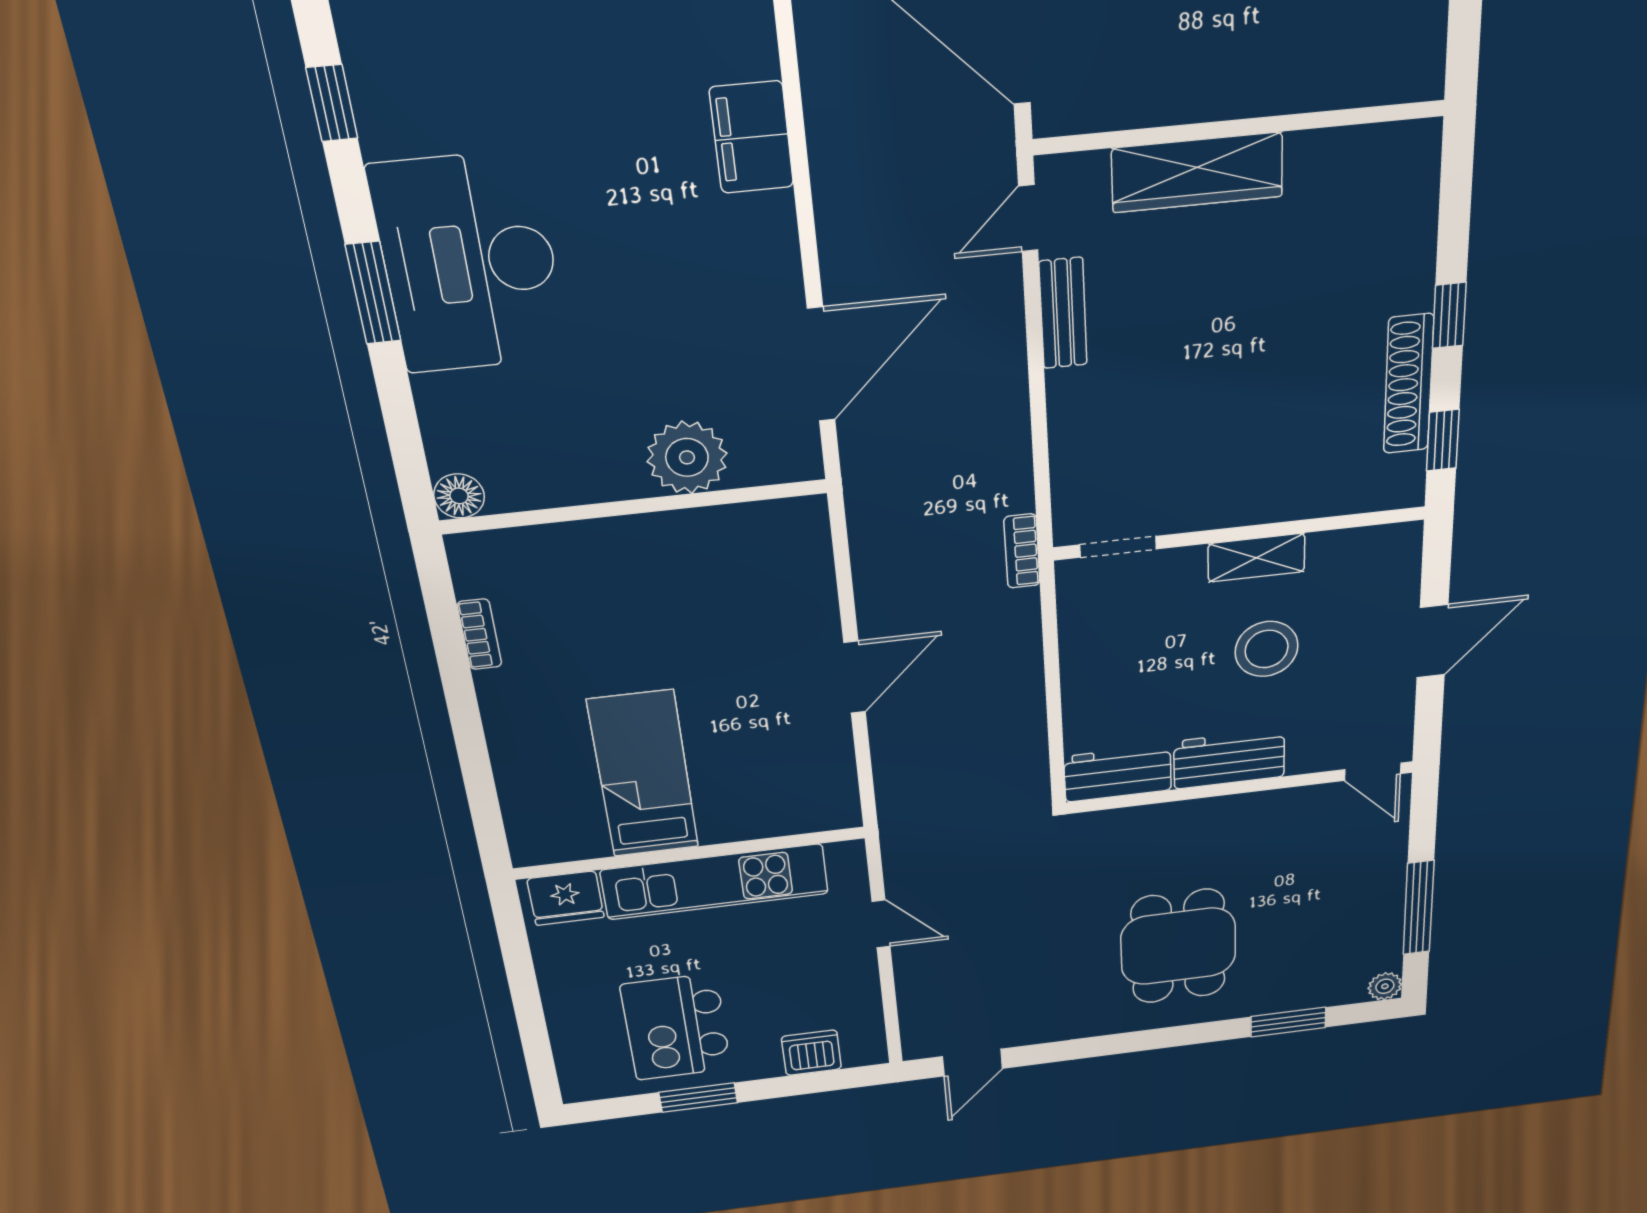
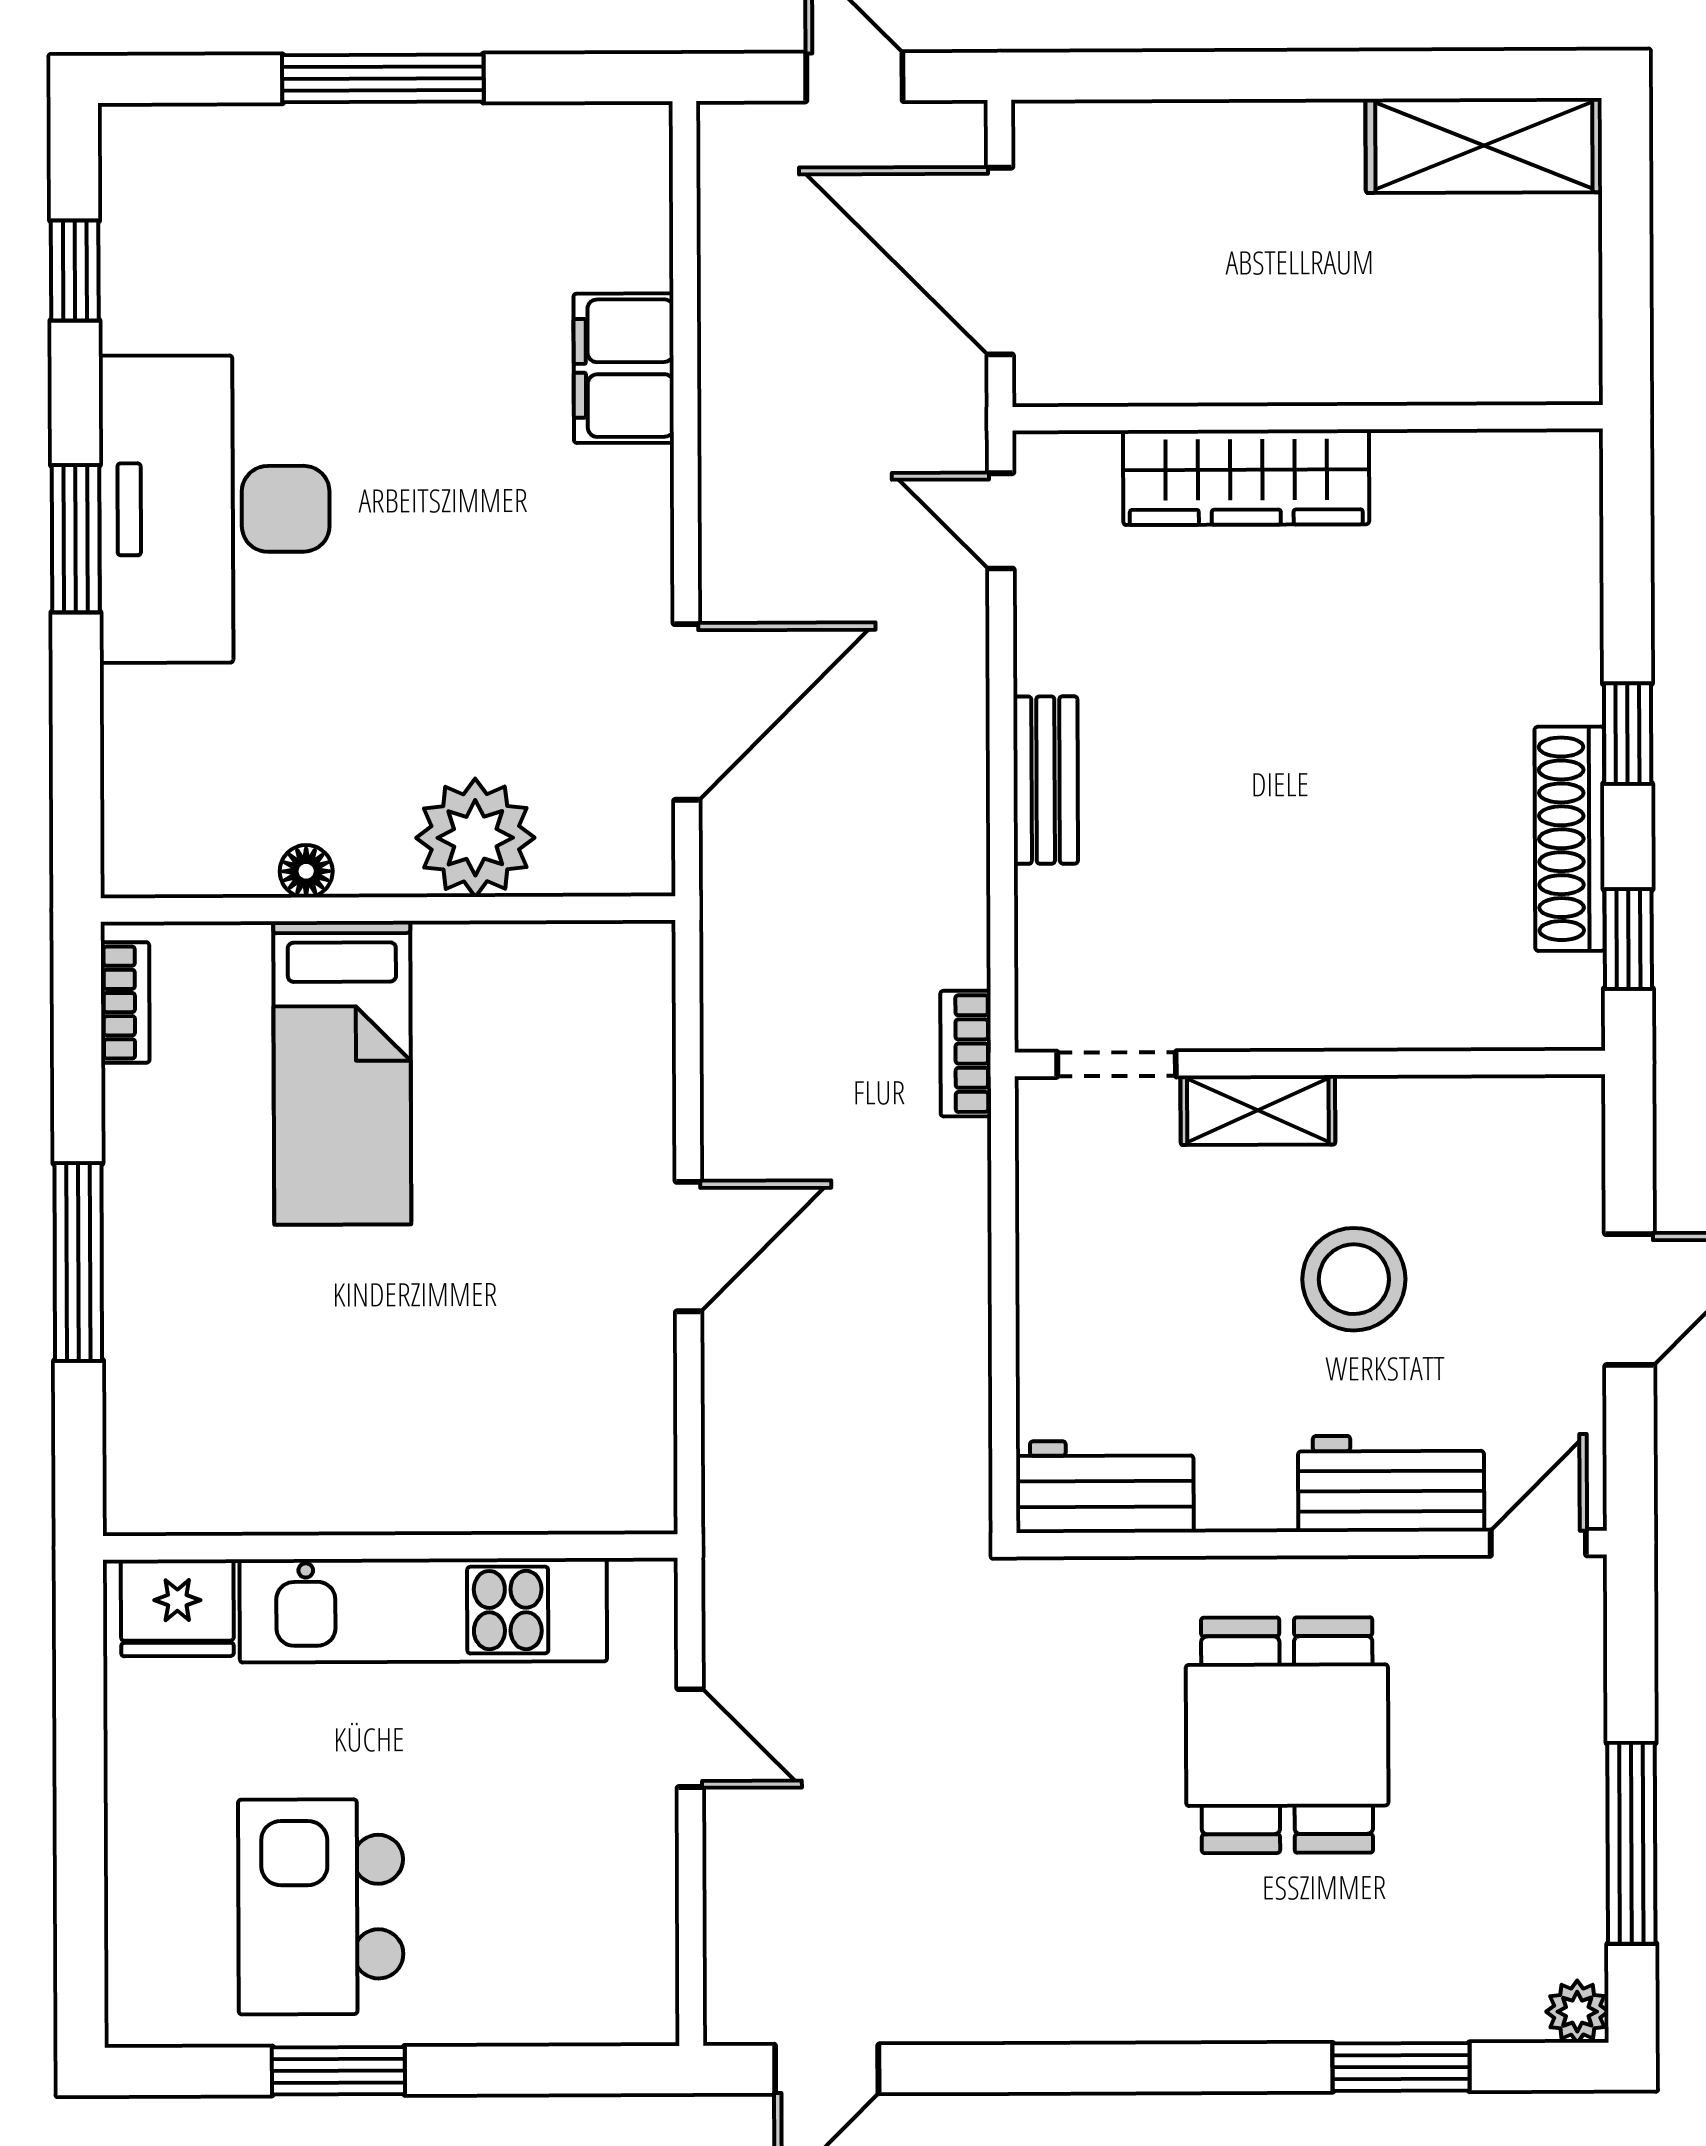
door: (1028, 218) -> (1001, 521), hinge flipped
bench: (1063, 313) -> (1046, 780), moved
floor lamp: (459, 496) -> (306, 871), moved, width x0.73, depth x0.73
shelving: (1256, 558) -> (1258, 1110), moved
bookcase: (479, 634) -> (125, 1003), moved
window: (468, 729) -> (78, 1262), added
workbench: (1229, 759) -> (1391, 1484), moved
door: (1373, 772) -> (1538, 1543), swing flipped
bed: (643, 774) -> (342, 1073), moved, turned 180
dining table: (1178, 946) -> (1287, 1735), moved
dishwasher: (811, 1053) -> (546, 2001), removed

